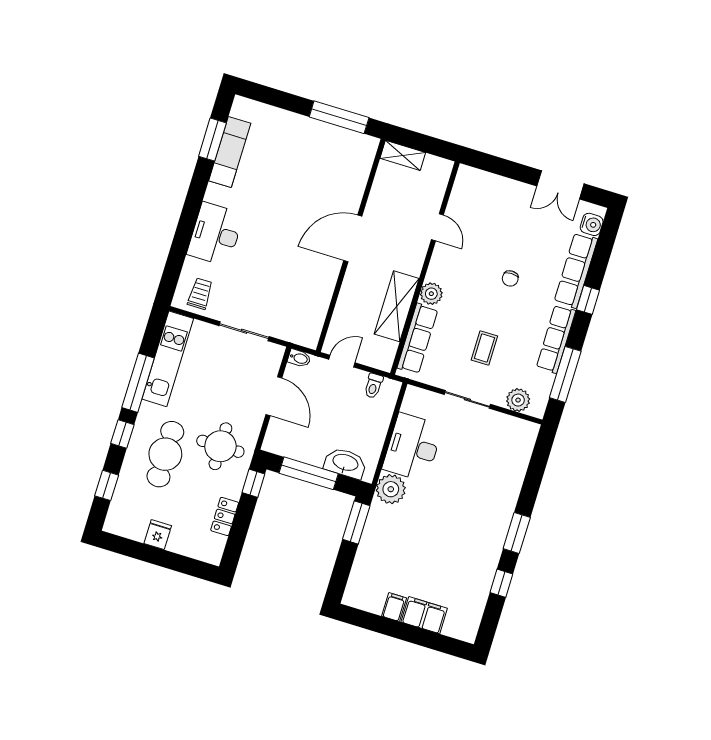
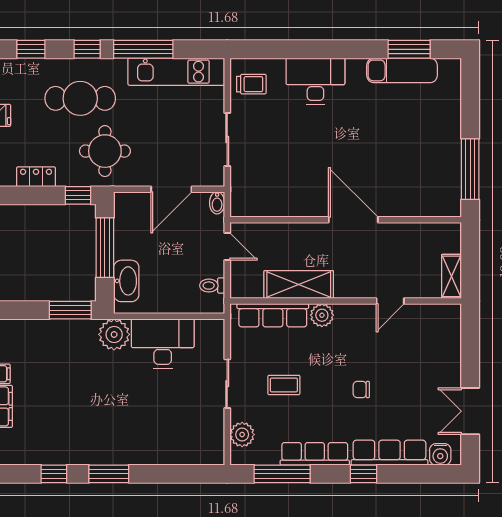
shelving: (403, 155) -> (452, 276), moved

